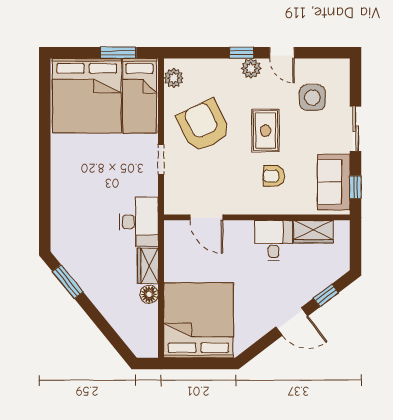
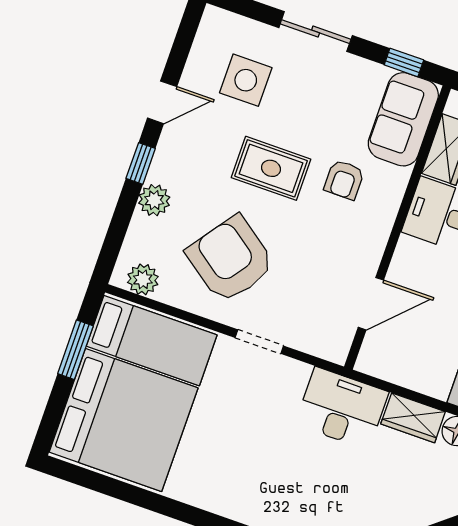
plant: (251, 68) -> (154, 200), moved
armchair: (204, 126) -> (231, 259), turned 62
sofa: (334, 182) -> (403, 119), moved, turned 90

